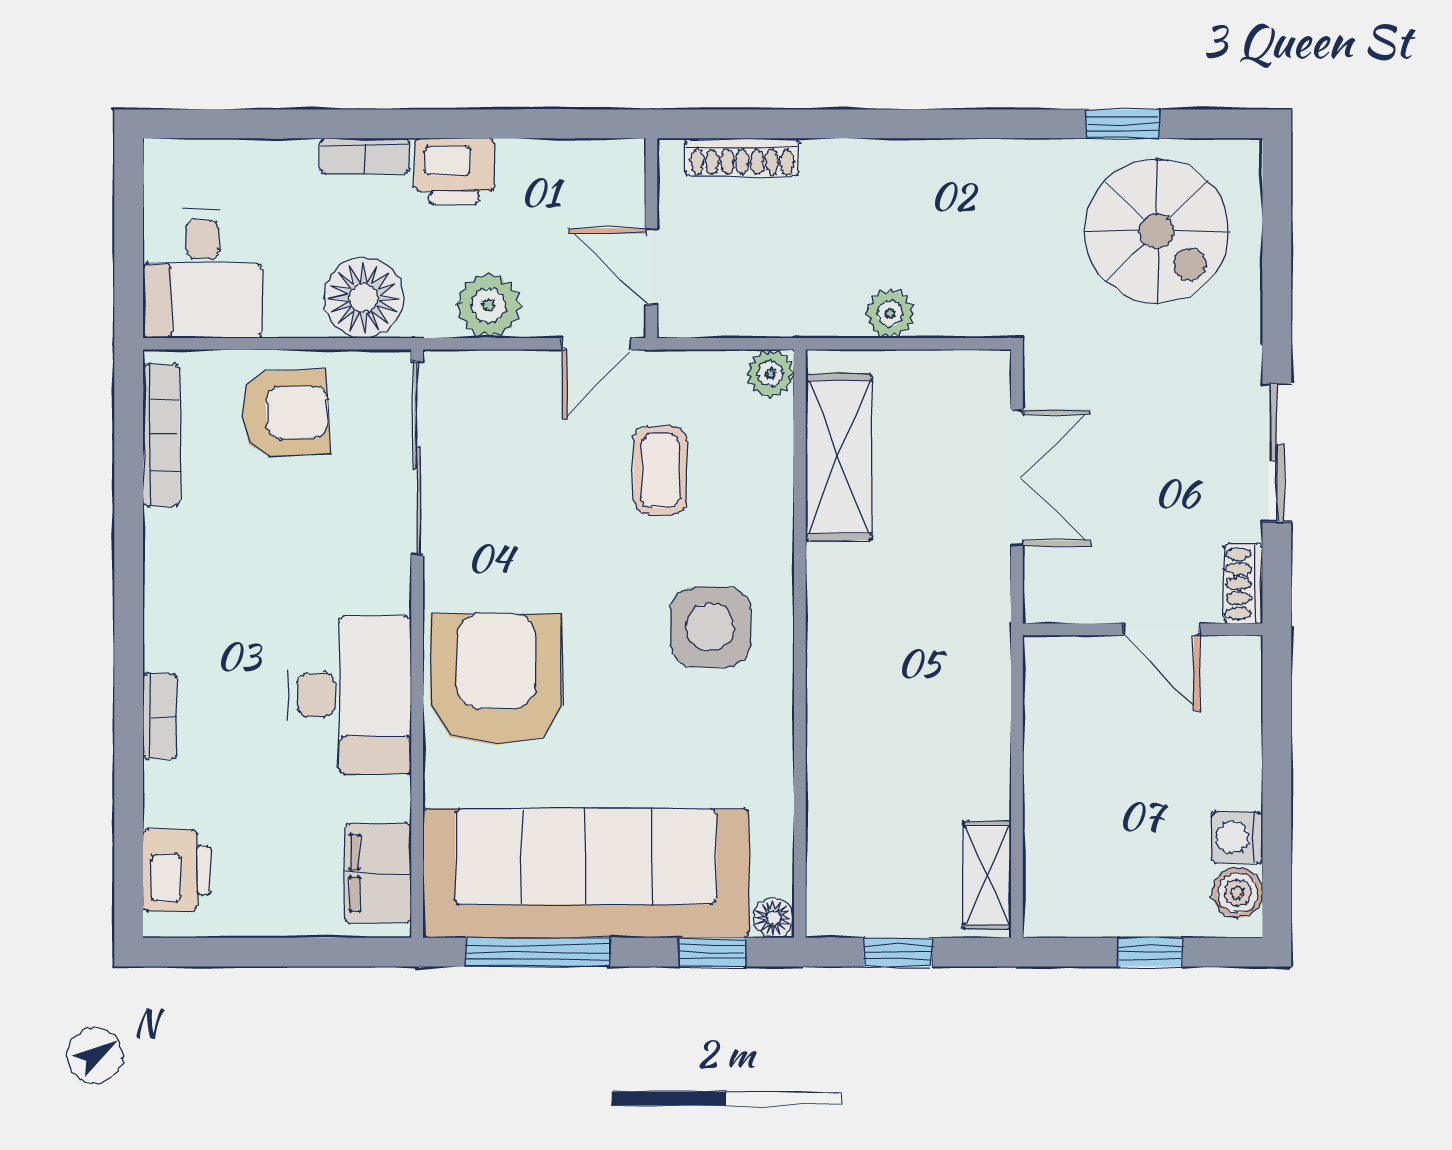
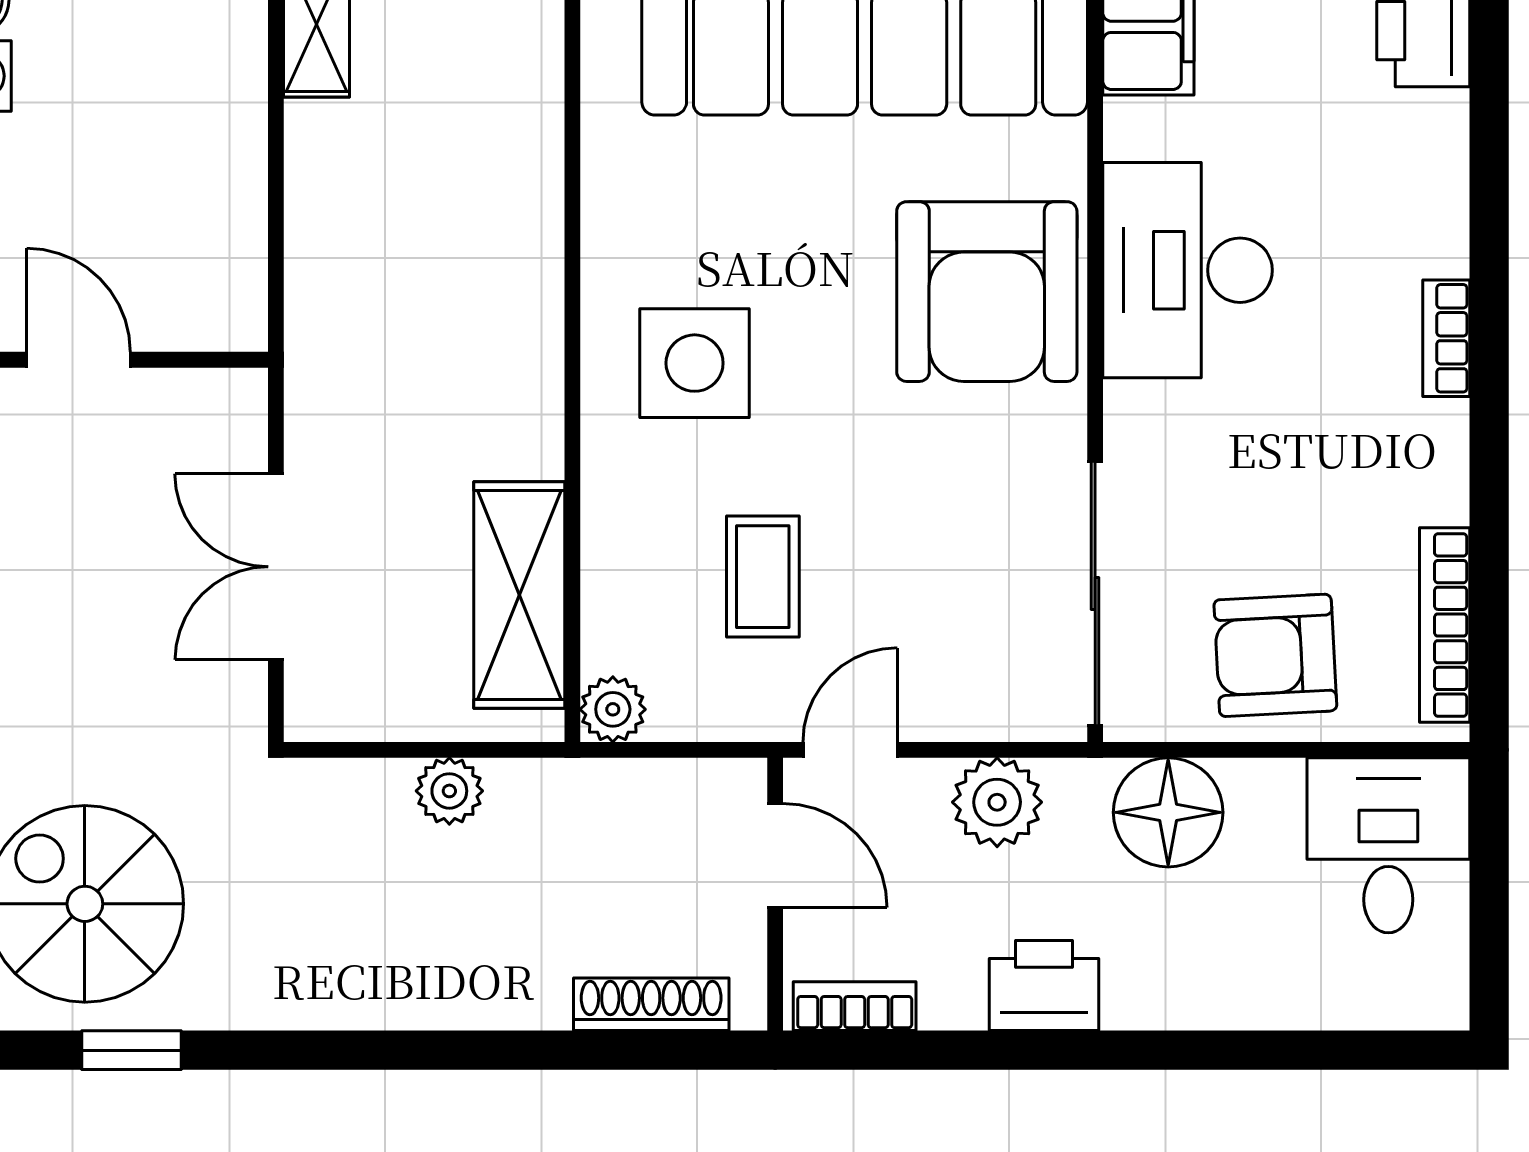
bookcase: (365, 156) -> (855, 1006), moved
bookcase: (160, 716) -> (1446, 338), moved

